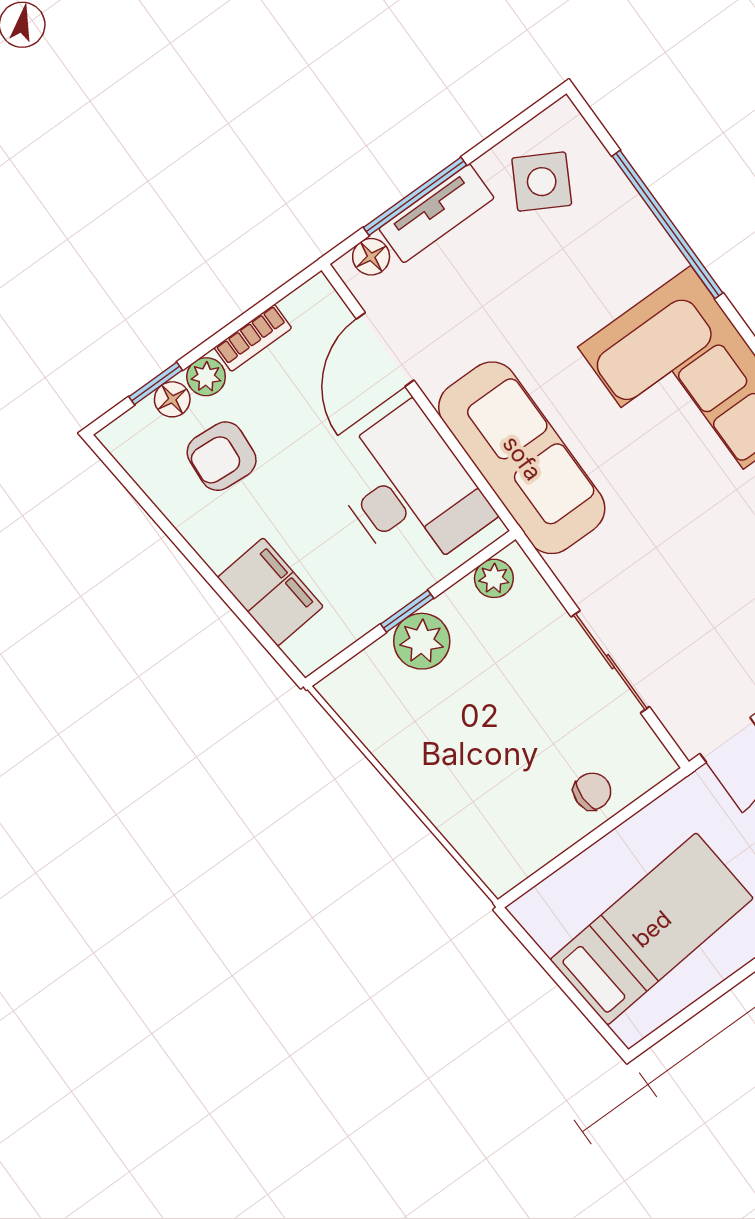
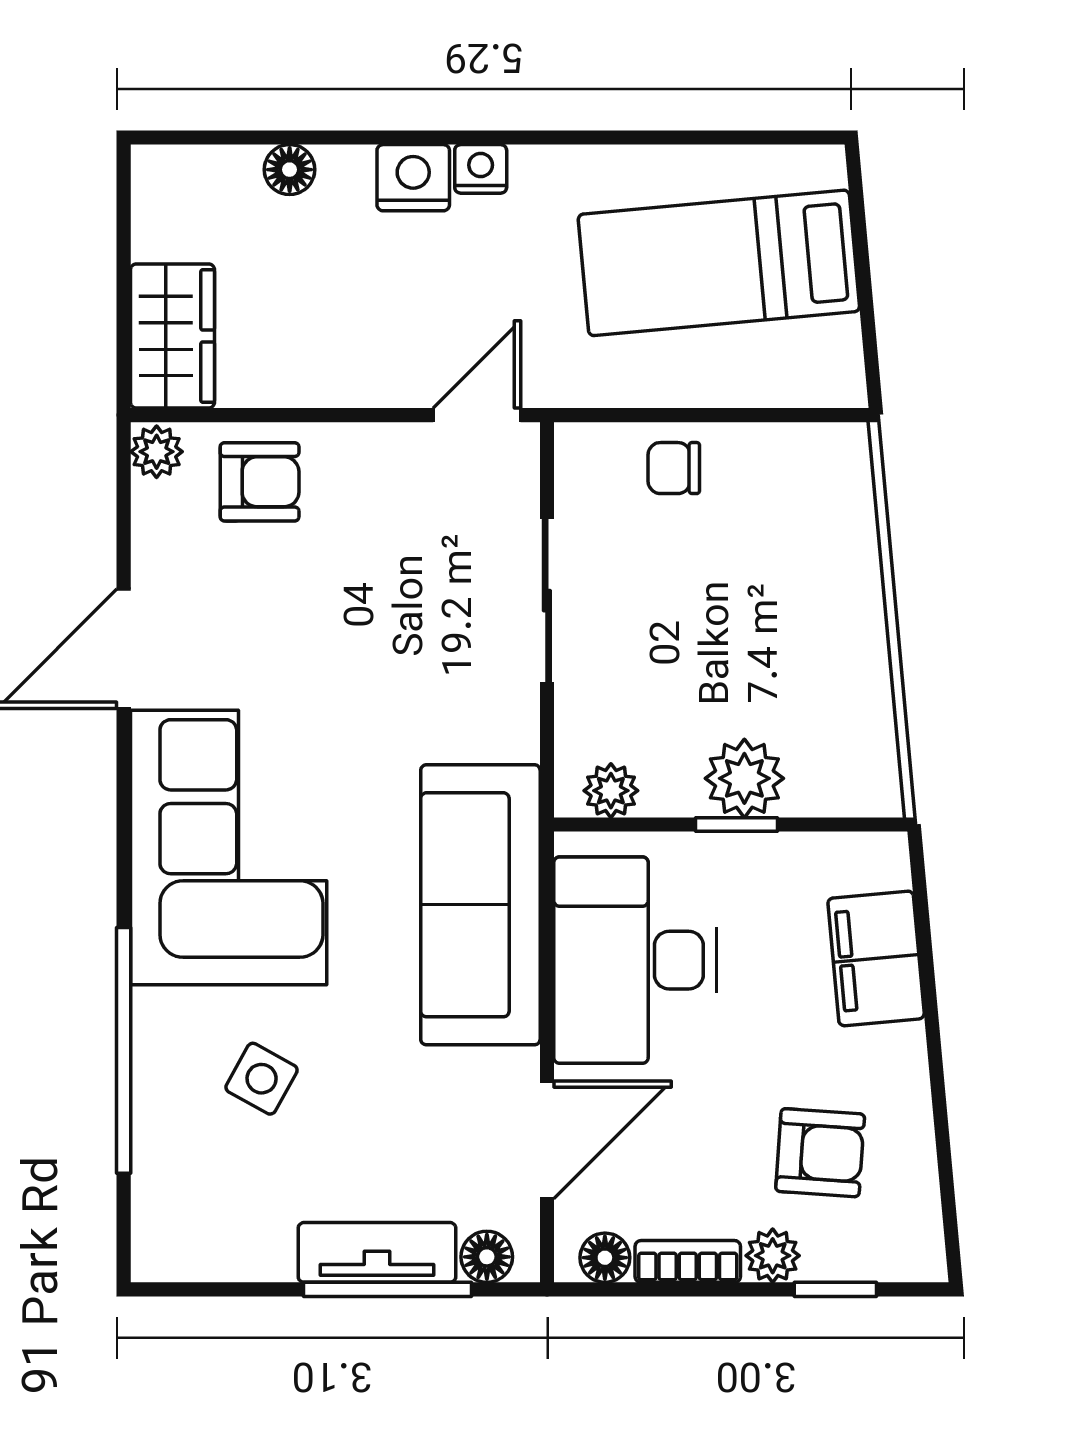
side table: (542, 182) -> (262, 1079), moved, width x0.73, depth x0.73
floor lamp: (172, 399) -> (605, 1258), moved

